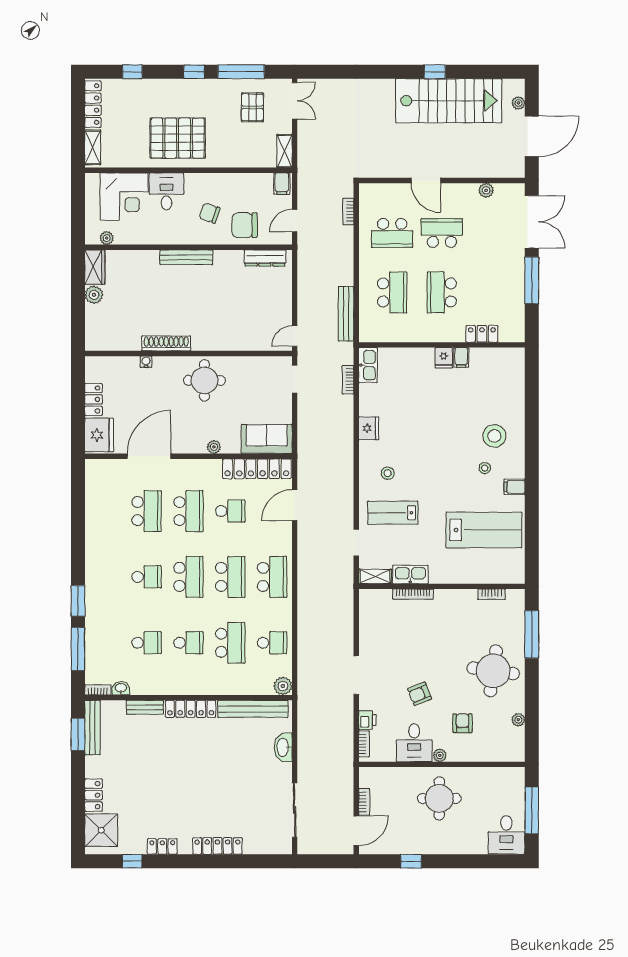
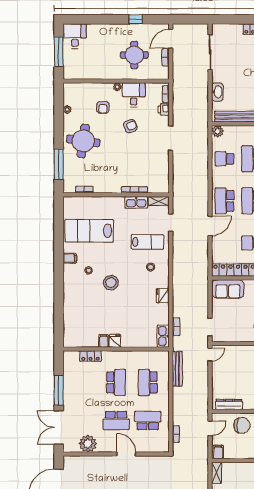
plant: (486, 190) -> (88, 444), width x1.87, depth x1.87
stool: (494, 436) -> (111, 283), moved
door: (295, 505) -> (210, 226), moved
round table: (439, 798) -> (134, 55), moved

